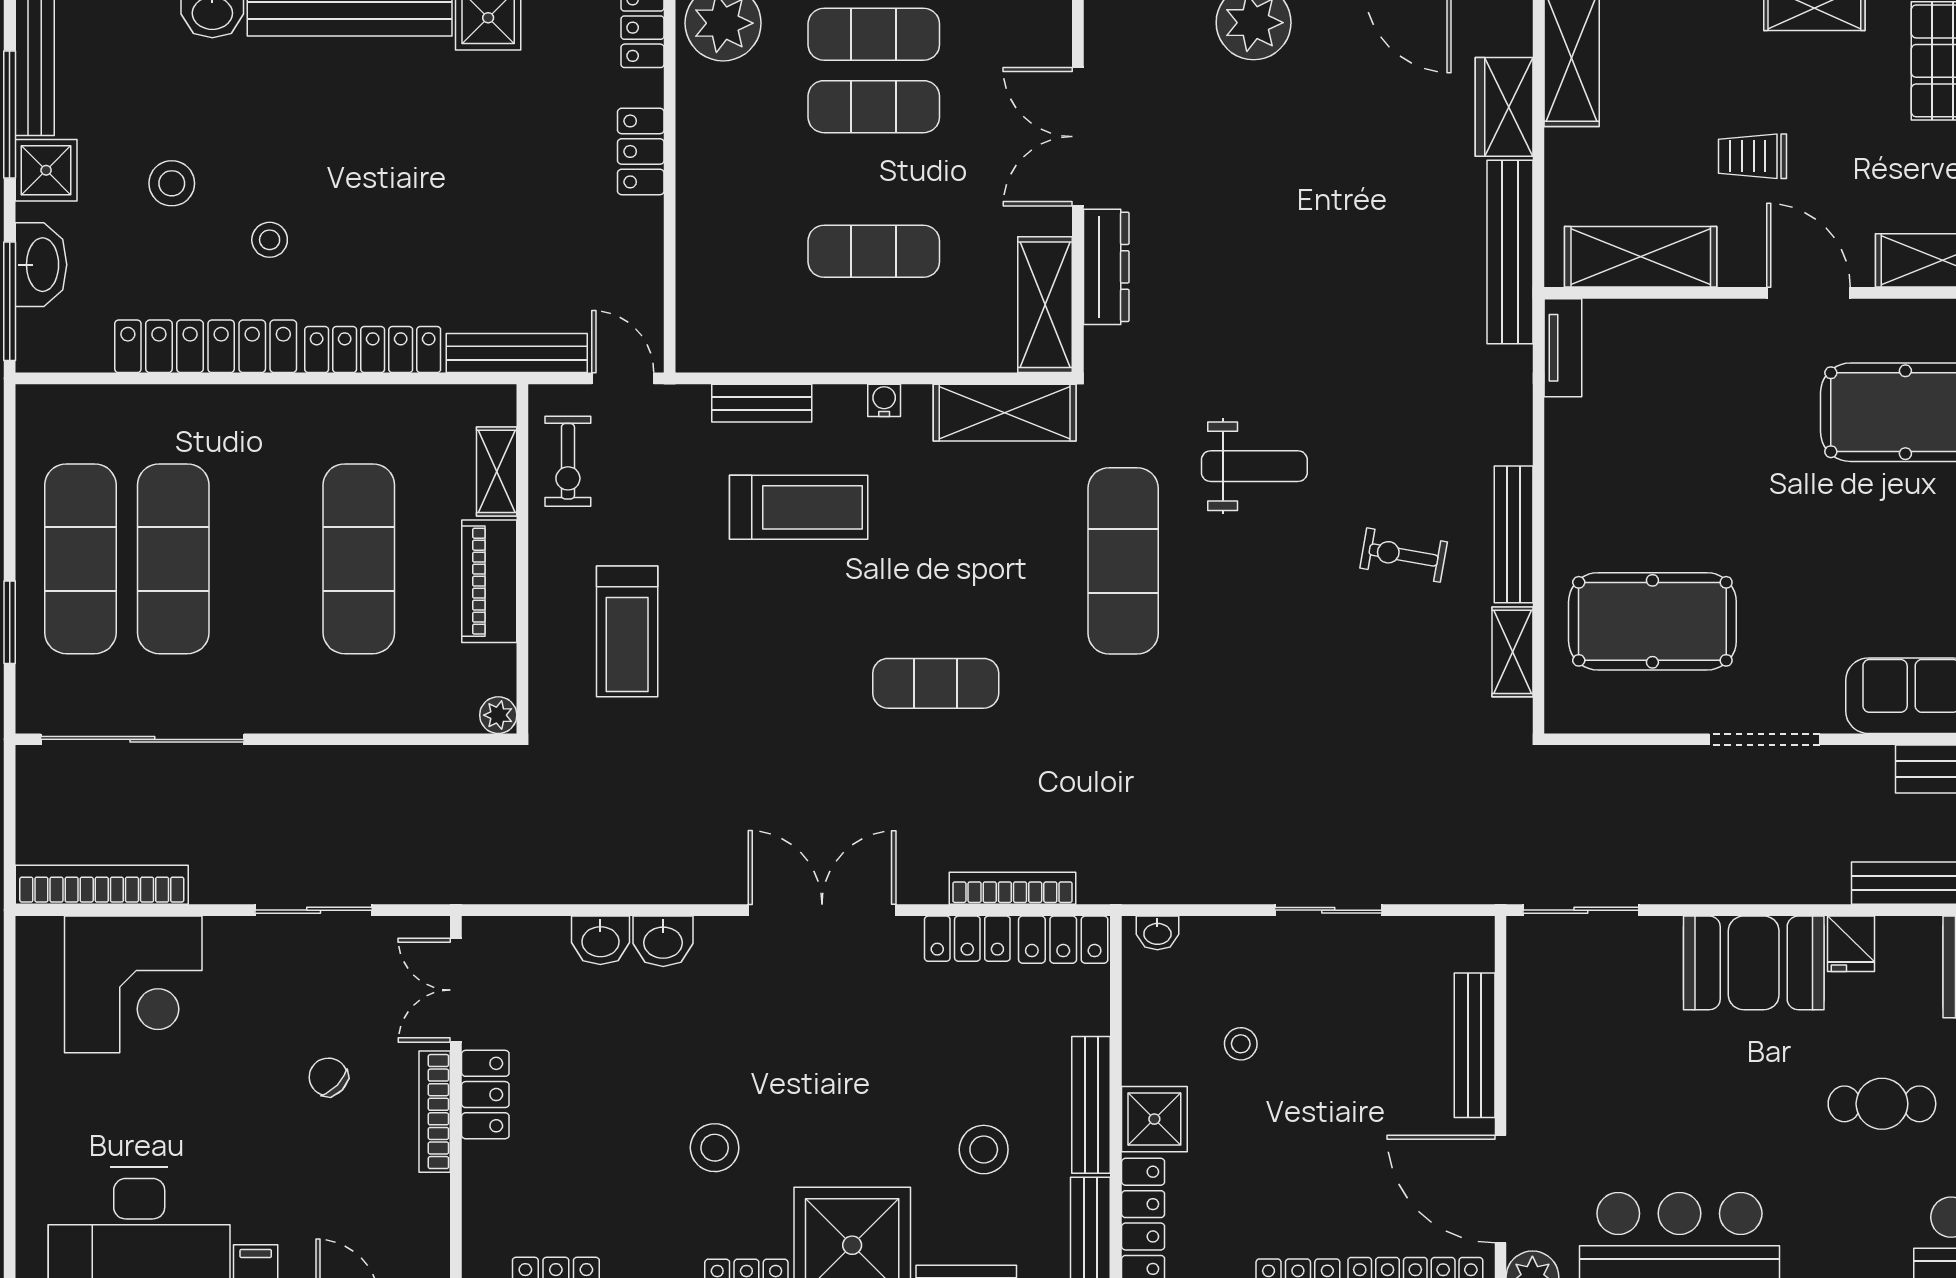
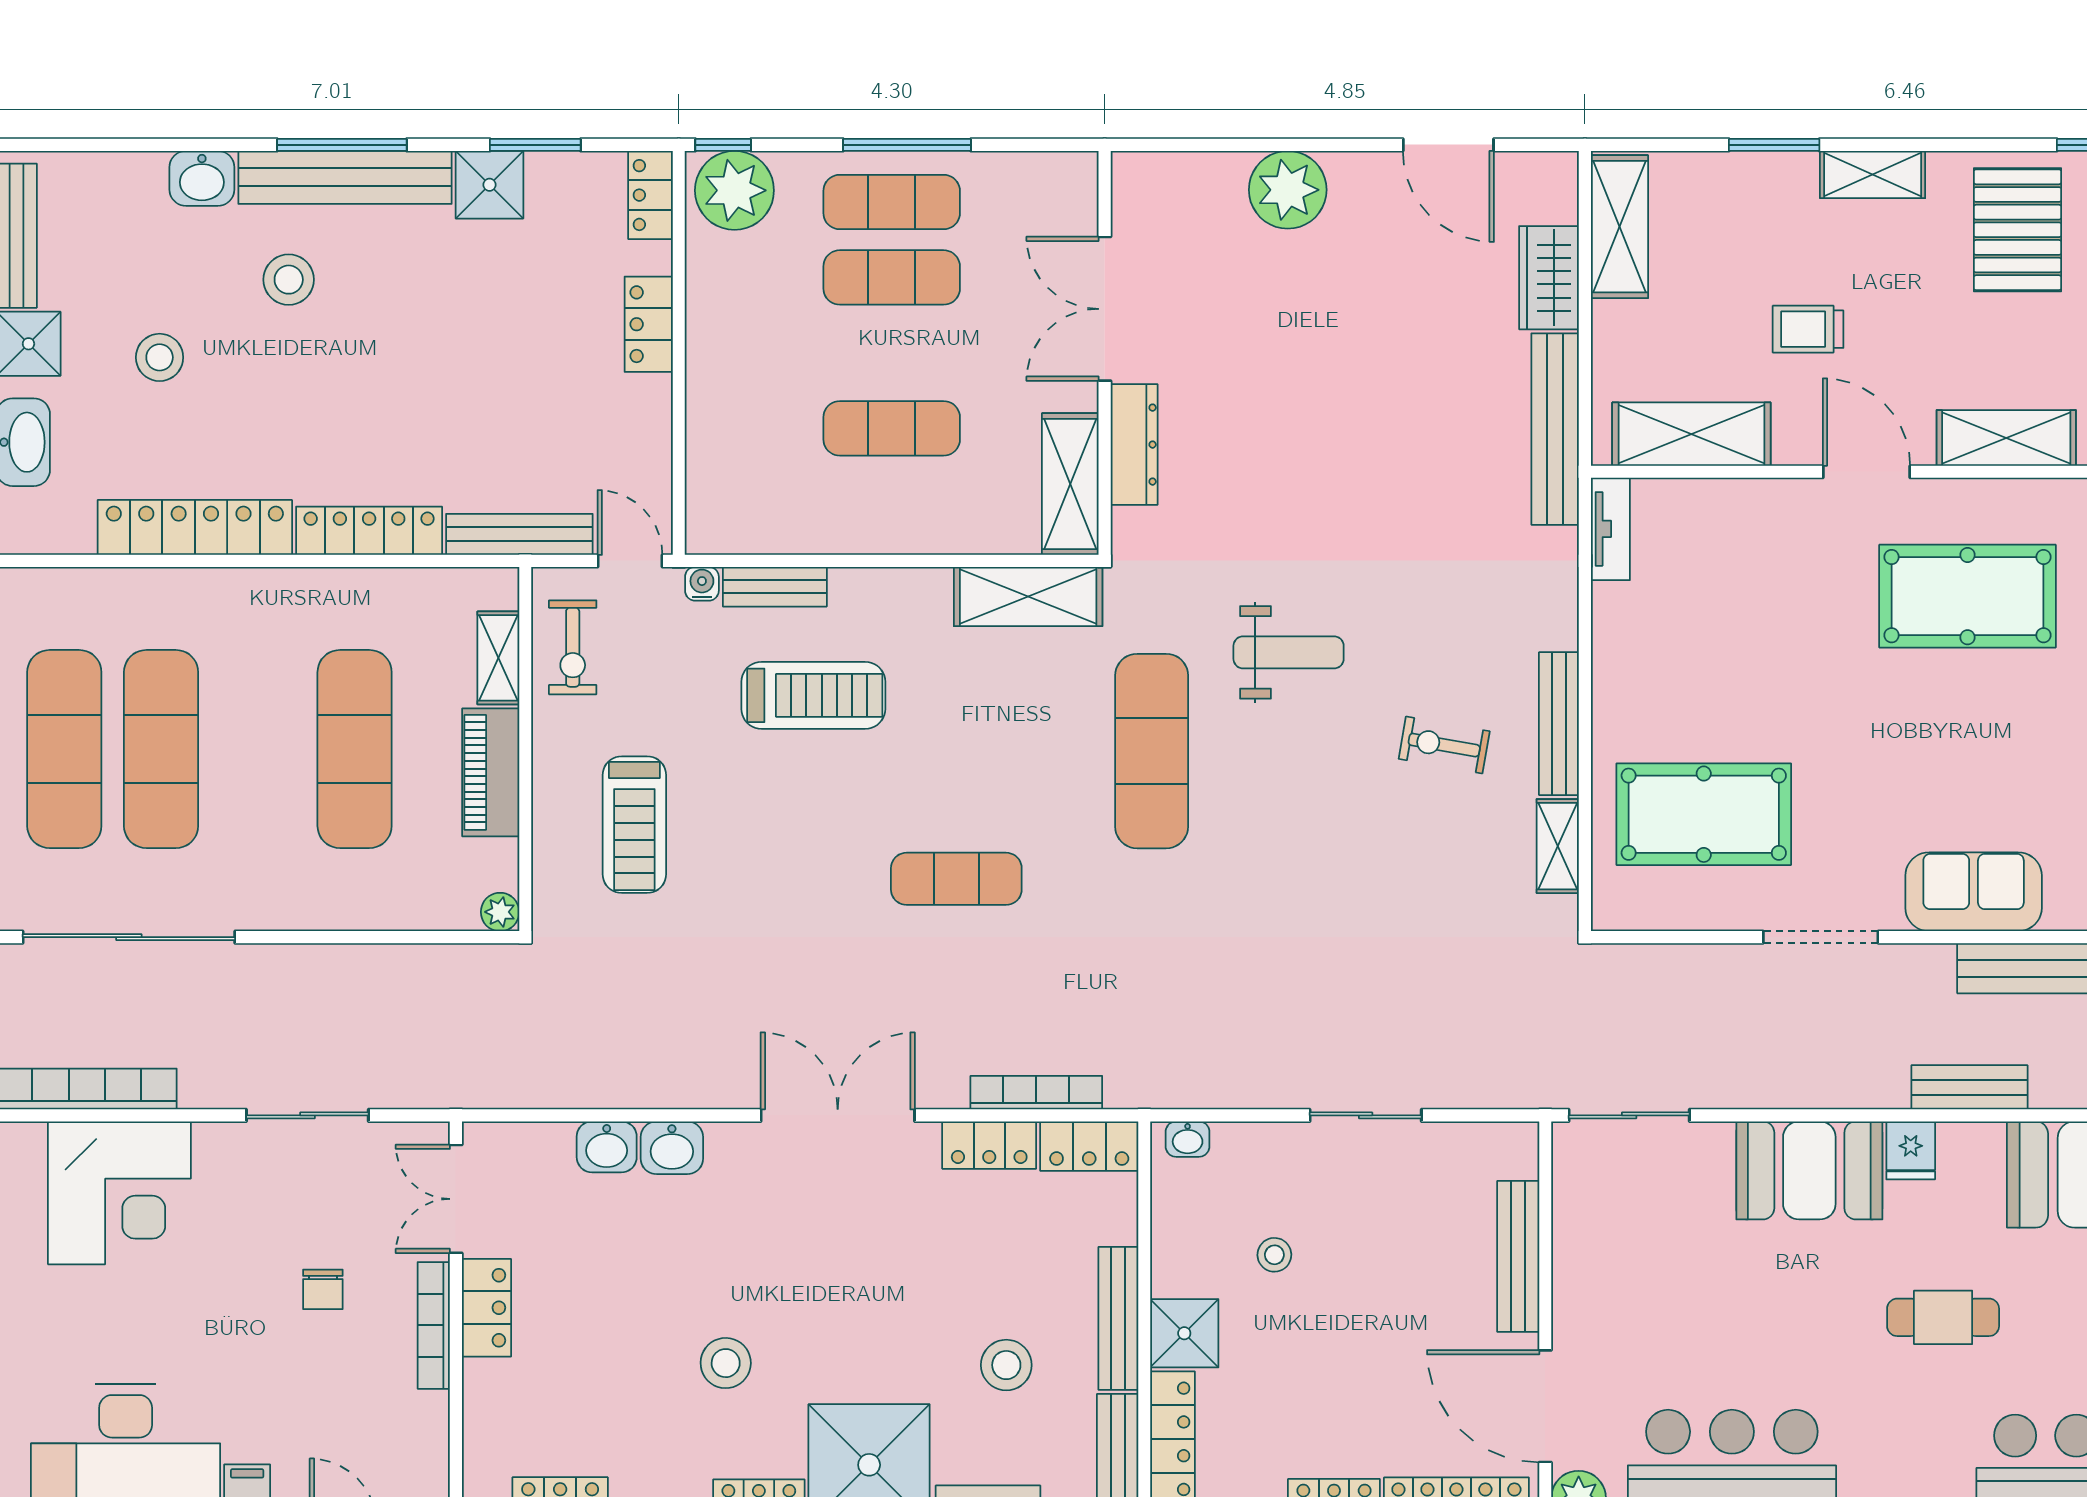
stool: (270, 240) -> (289, 280), moved, width x1.37, depth x1.37
water cooler: (884, 400) -> (702, 584), moved
chair: (328, 1077) -> (323, 1289), turned -134

